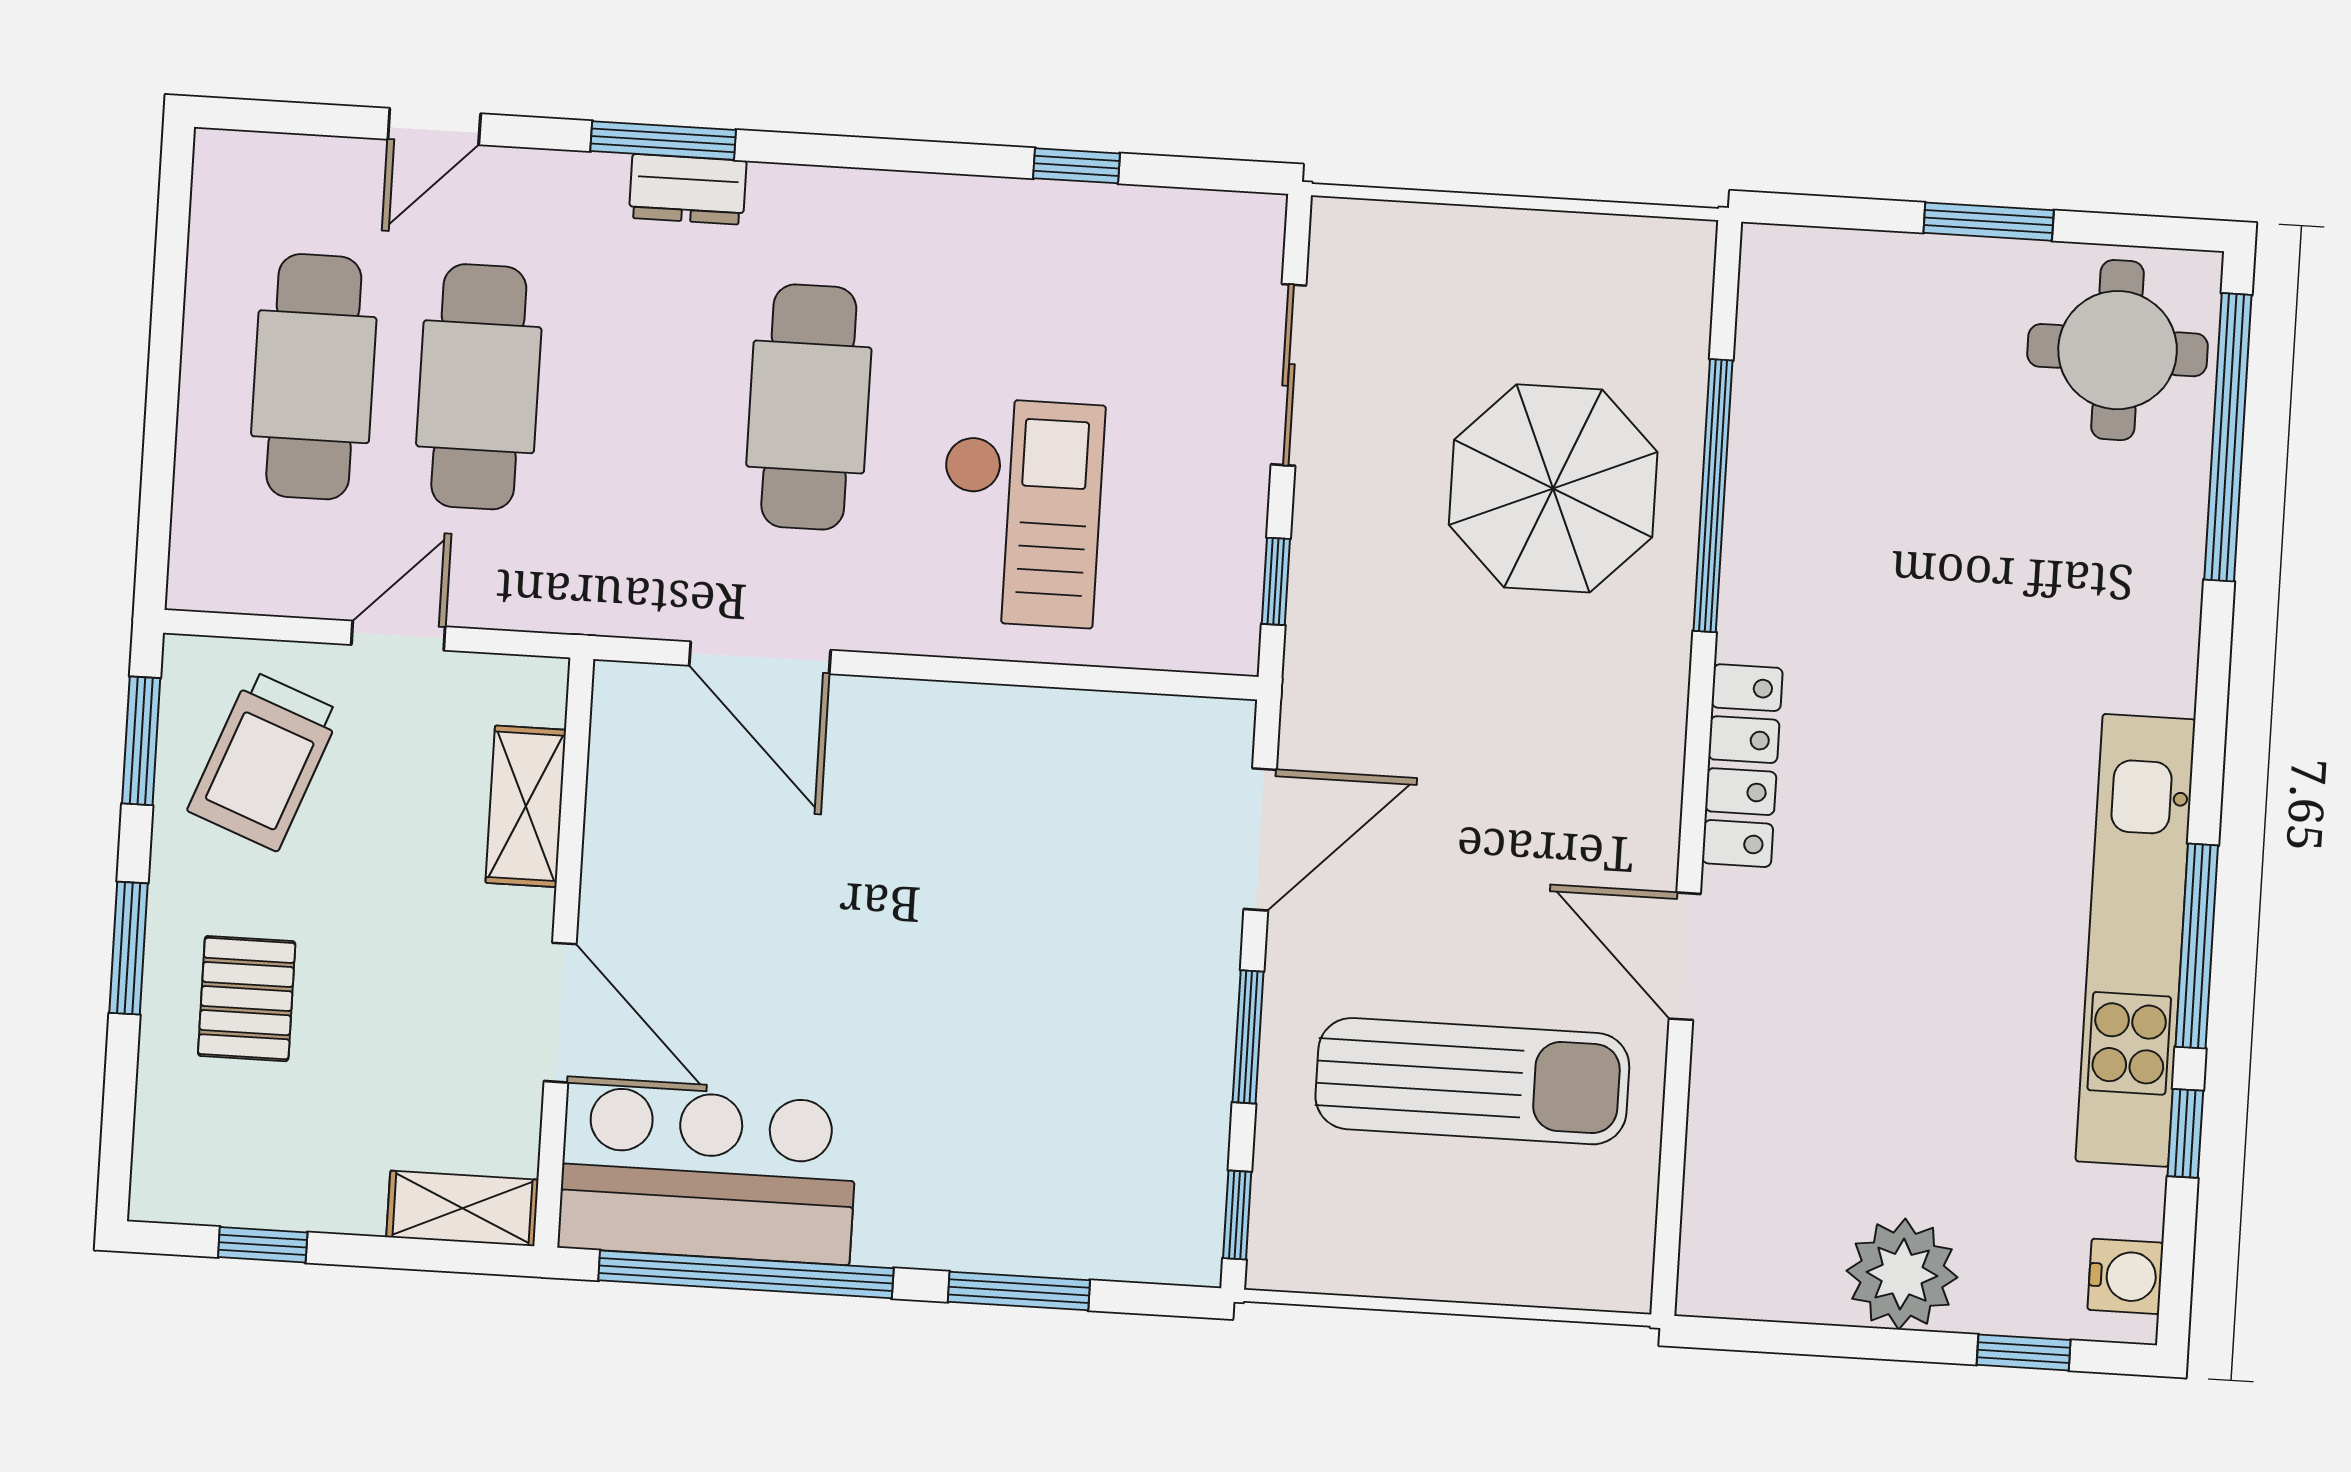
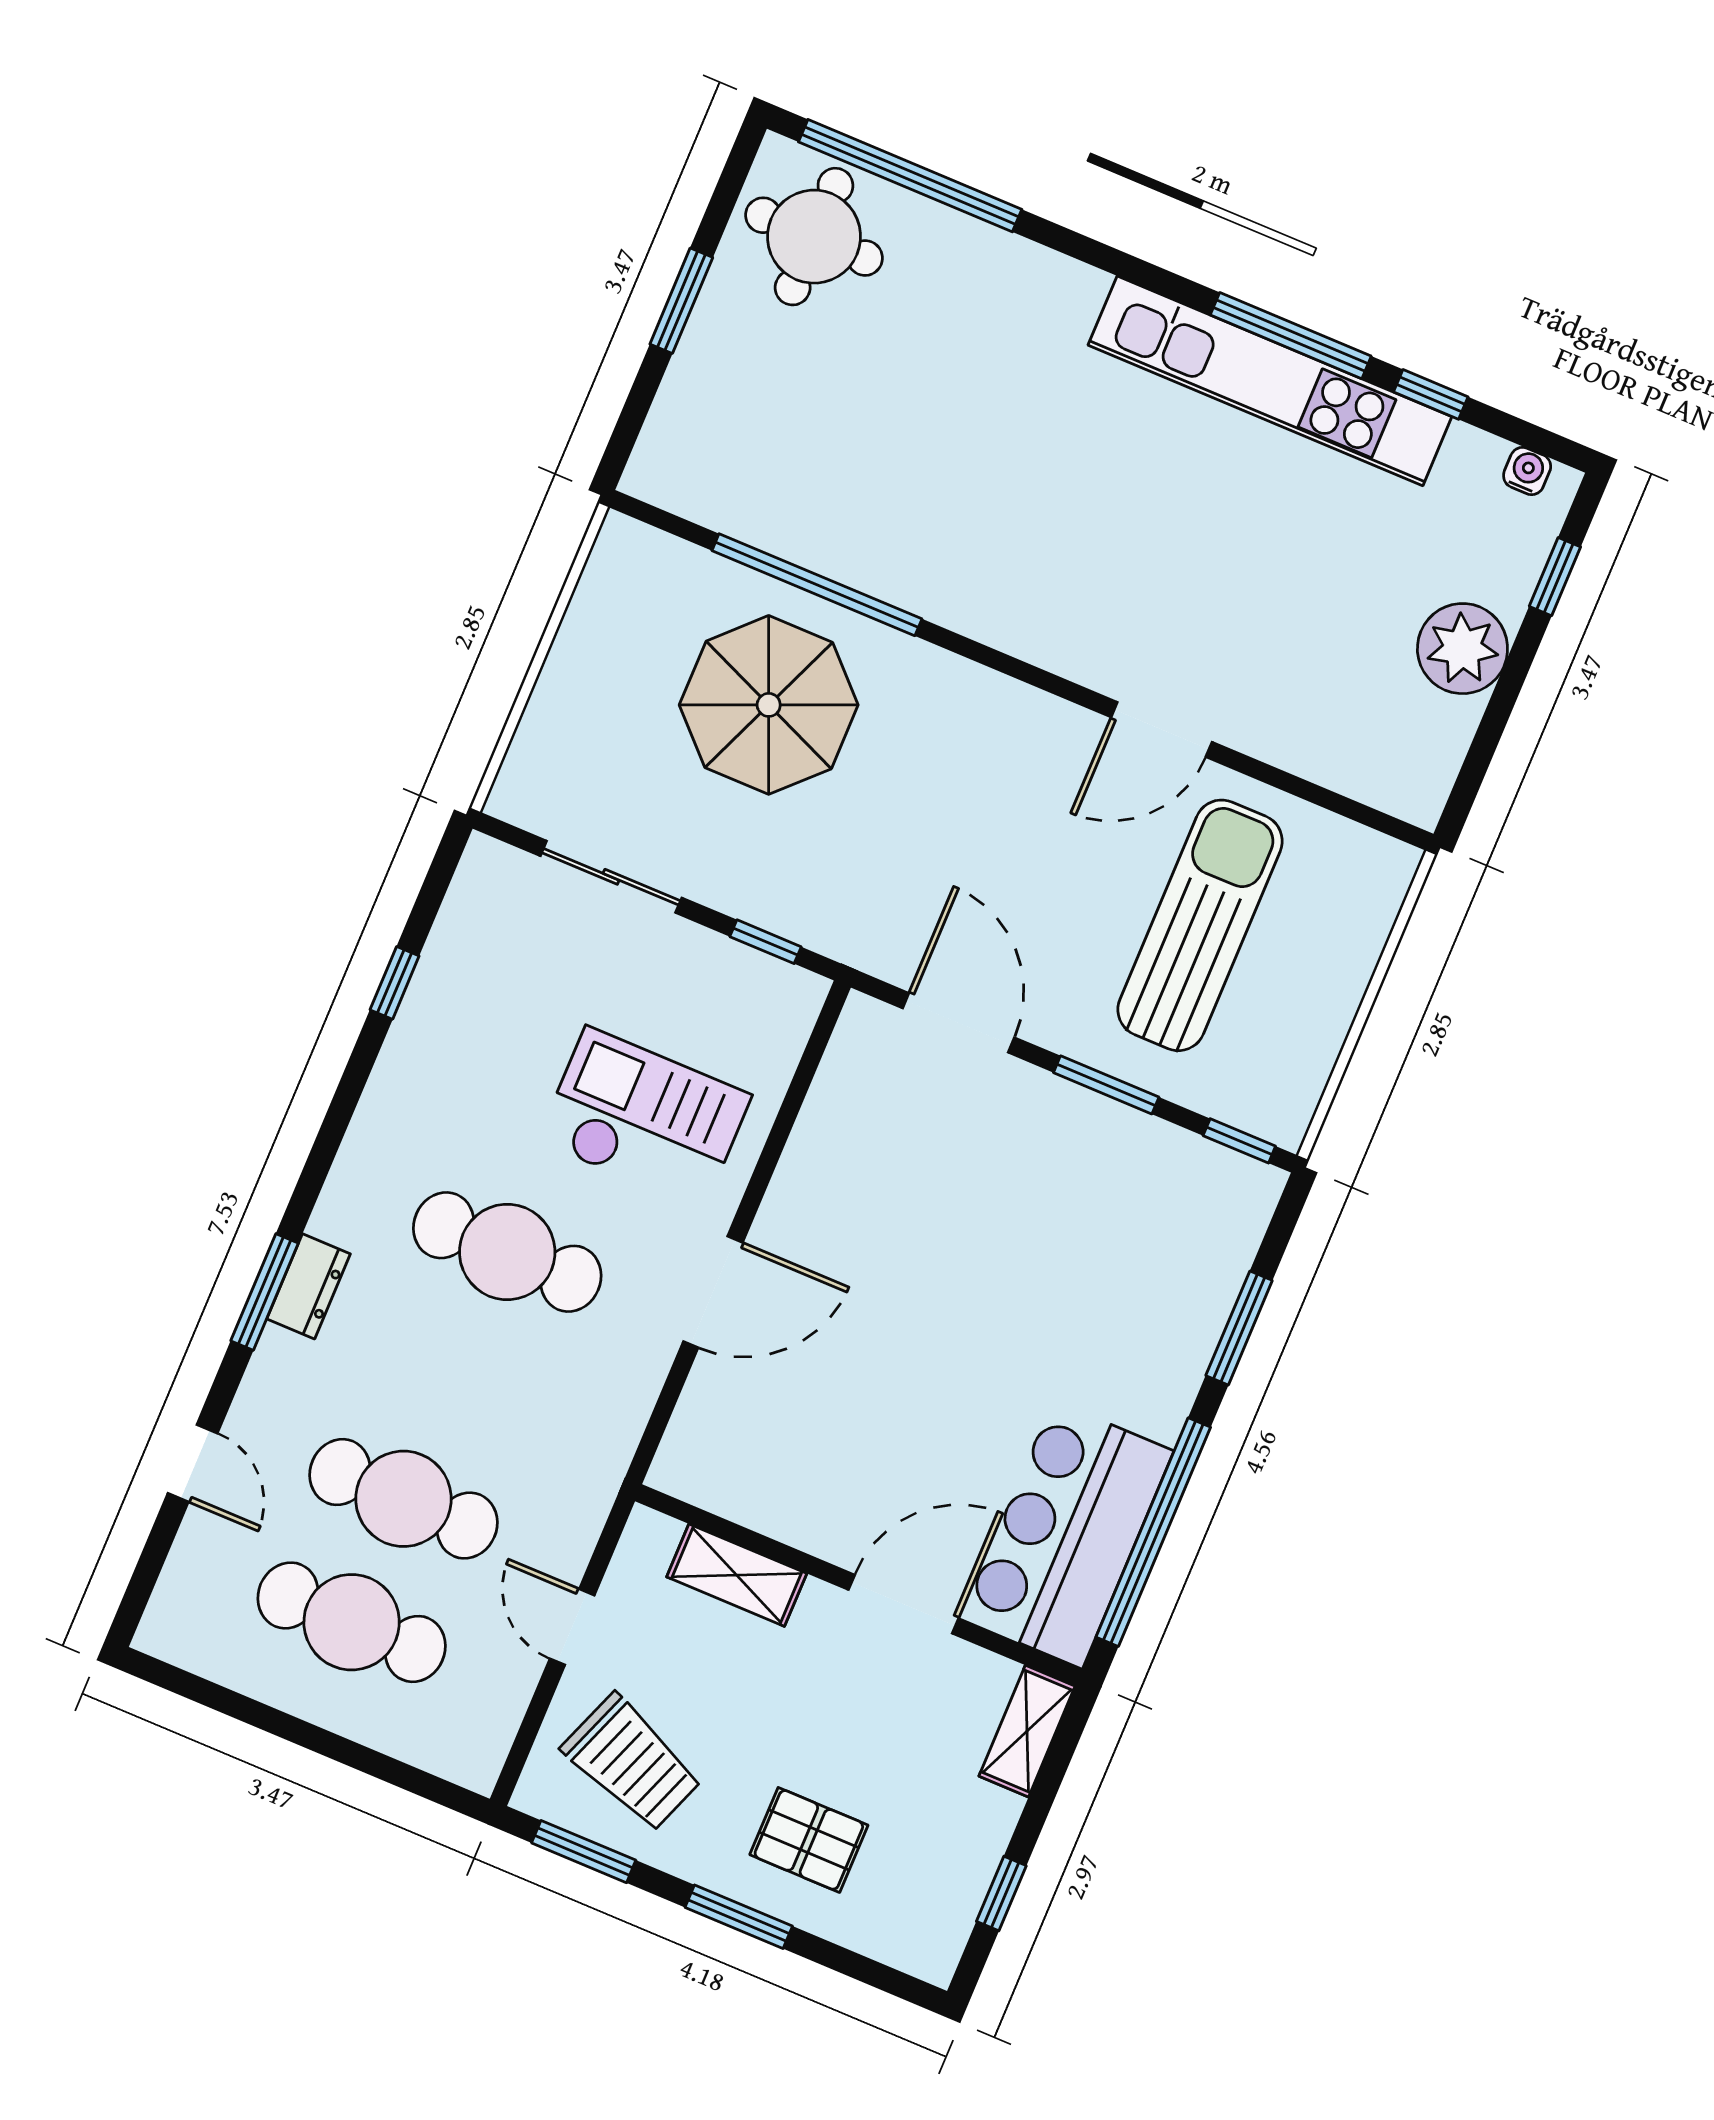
door: (760, 658) -> (713, 1292), moved
locker: (1742, 766) -> (1031, 635), removed
water cooler: (2125, 1276) -> (1527, 471), width x0.72, depth x0.72

